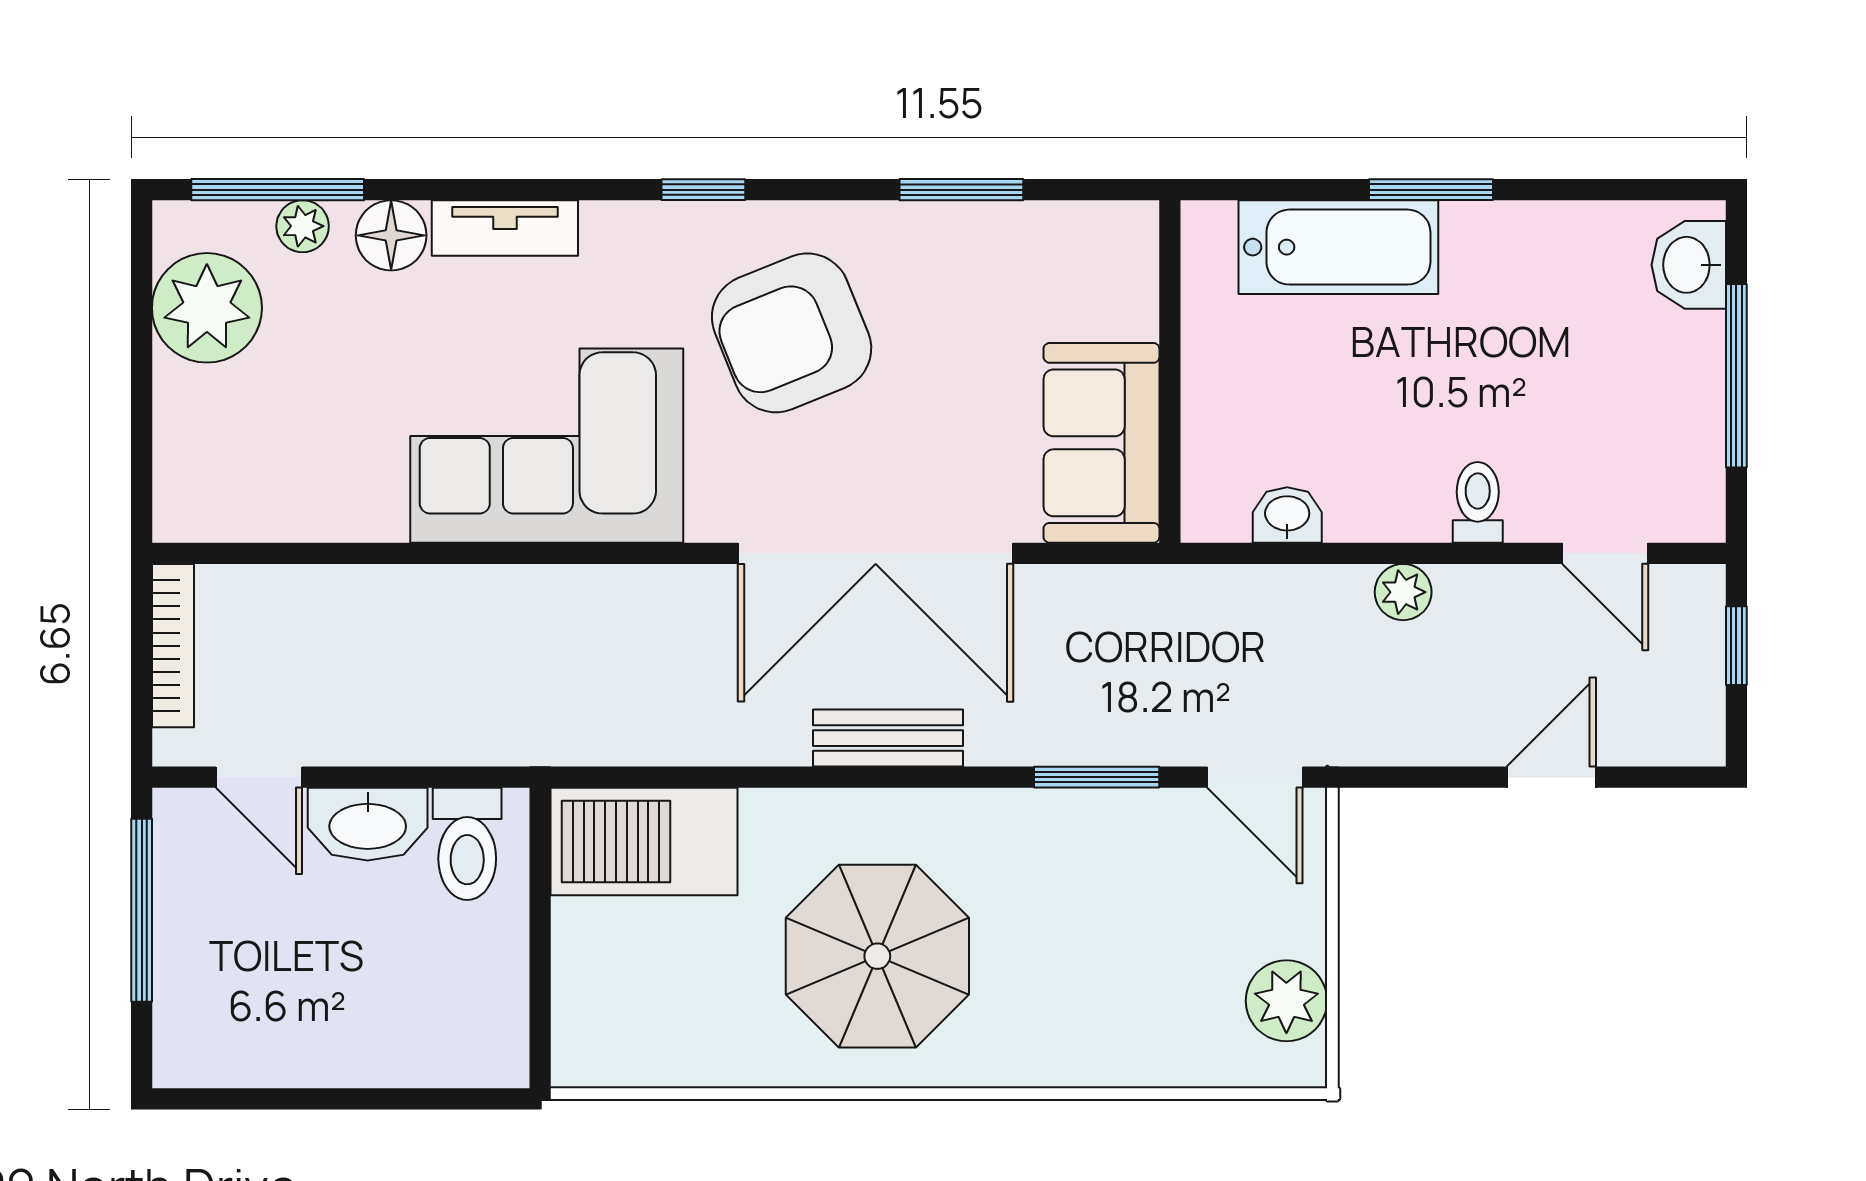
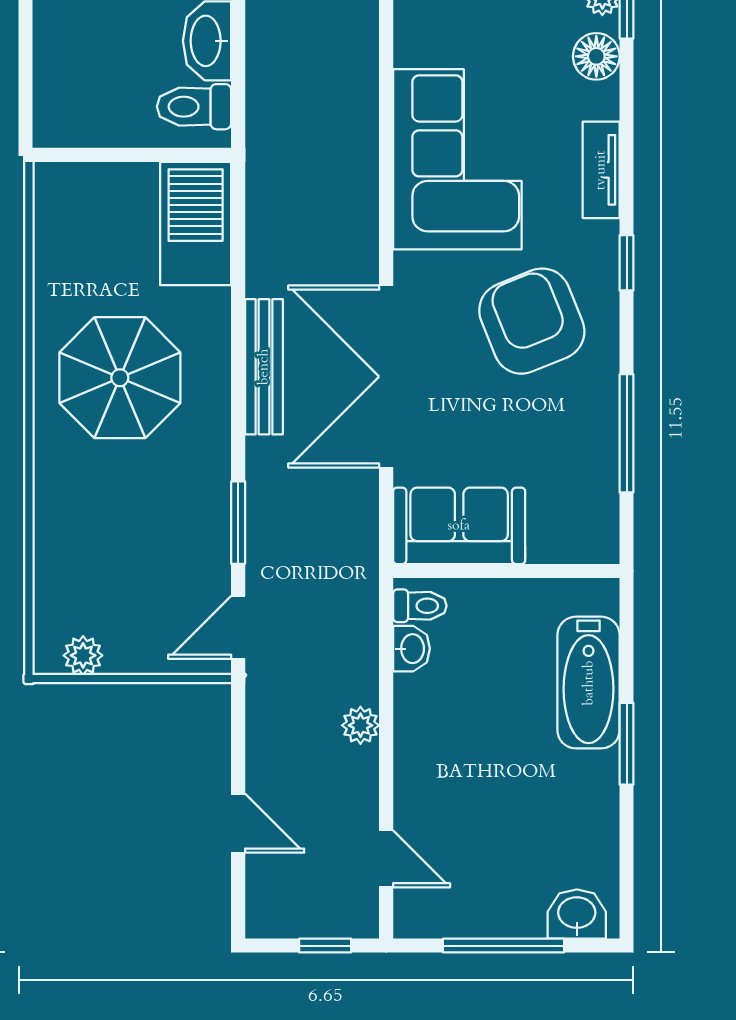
window: (961, 190) -> (627, 433), width x1.44
tv unit: (505, 228) -> (601, 170), moved
toilet: (1478, 502) -> (420, 606), moved
door: (1605, 553) -> (386, 859), swing flipped
bench: (888, 738) -> (264, 367), width x1.36
plant: (1286, 1001) -> (83, 655), width x0.73, depth x0.73

